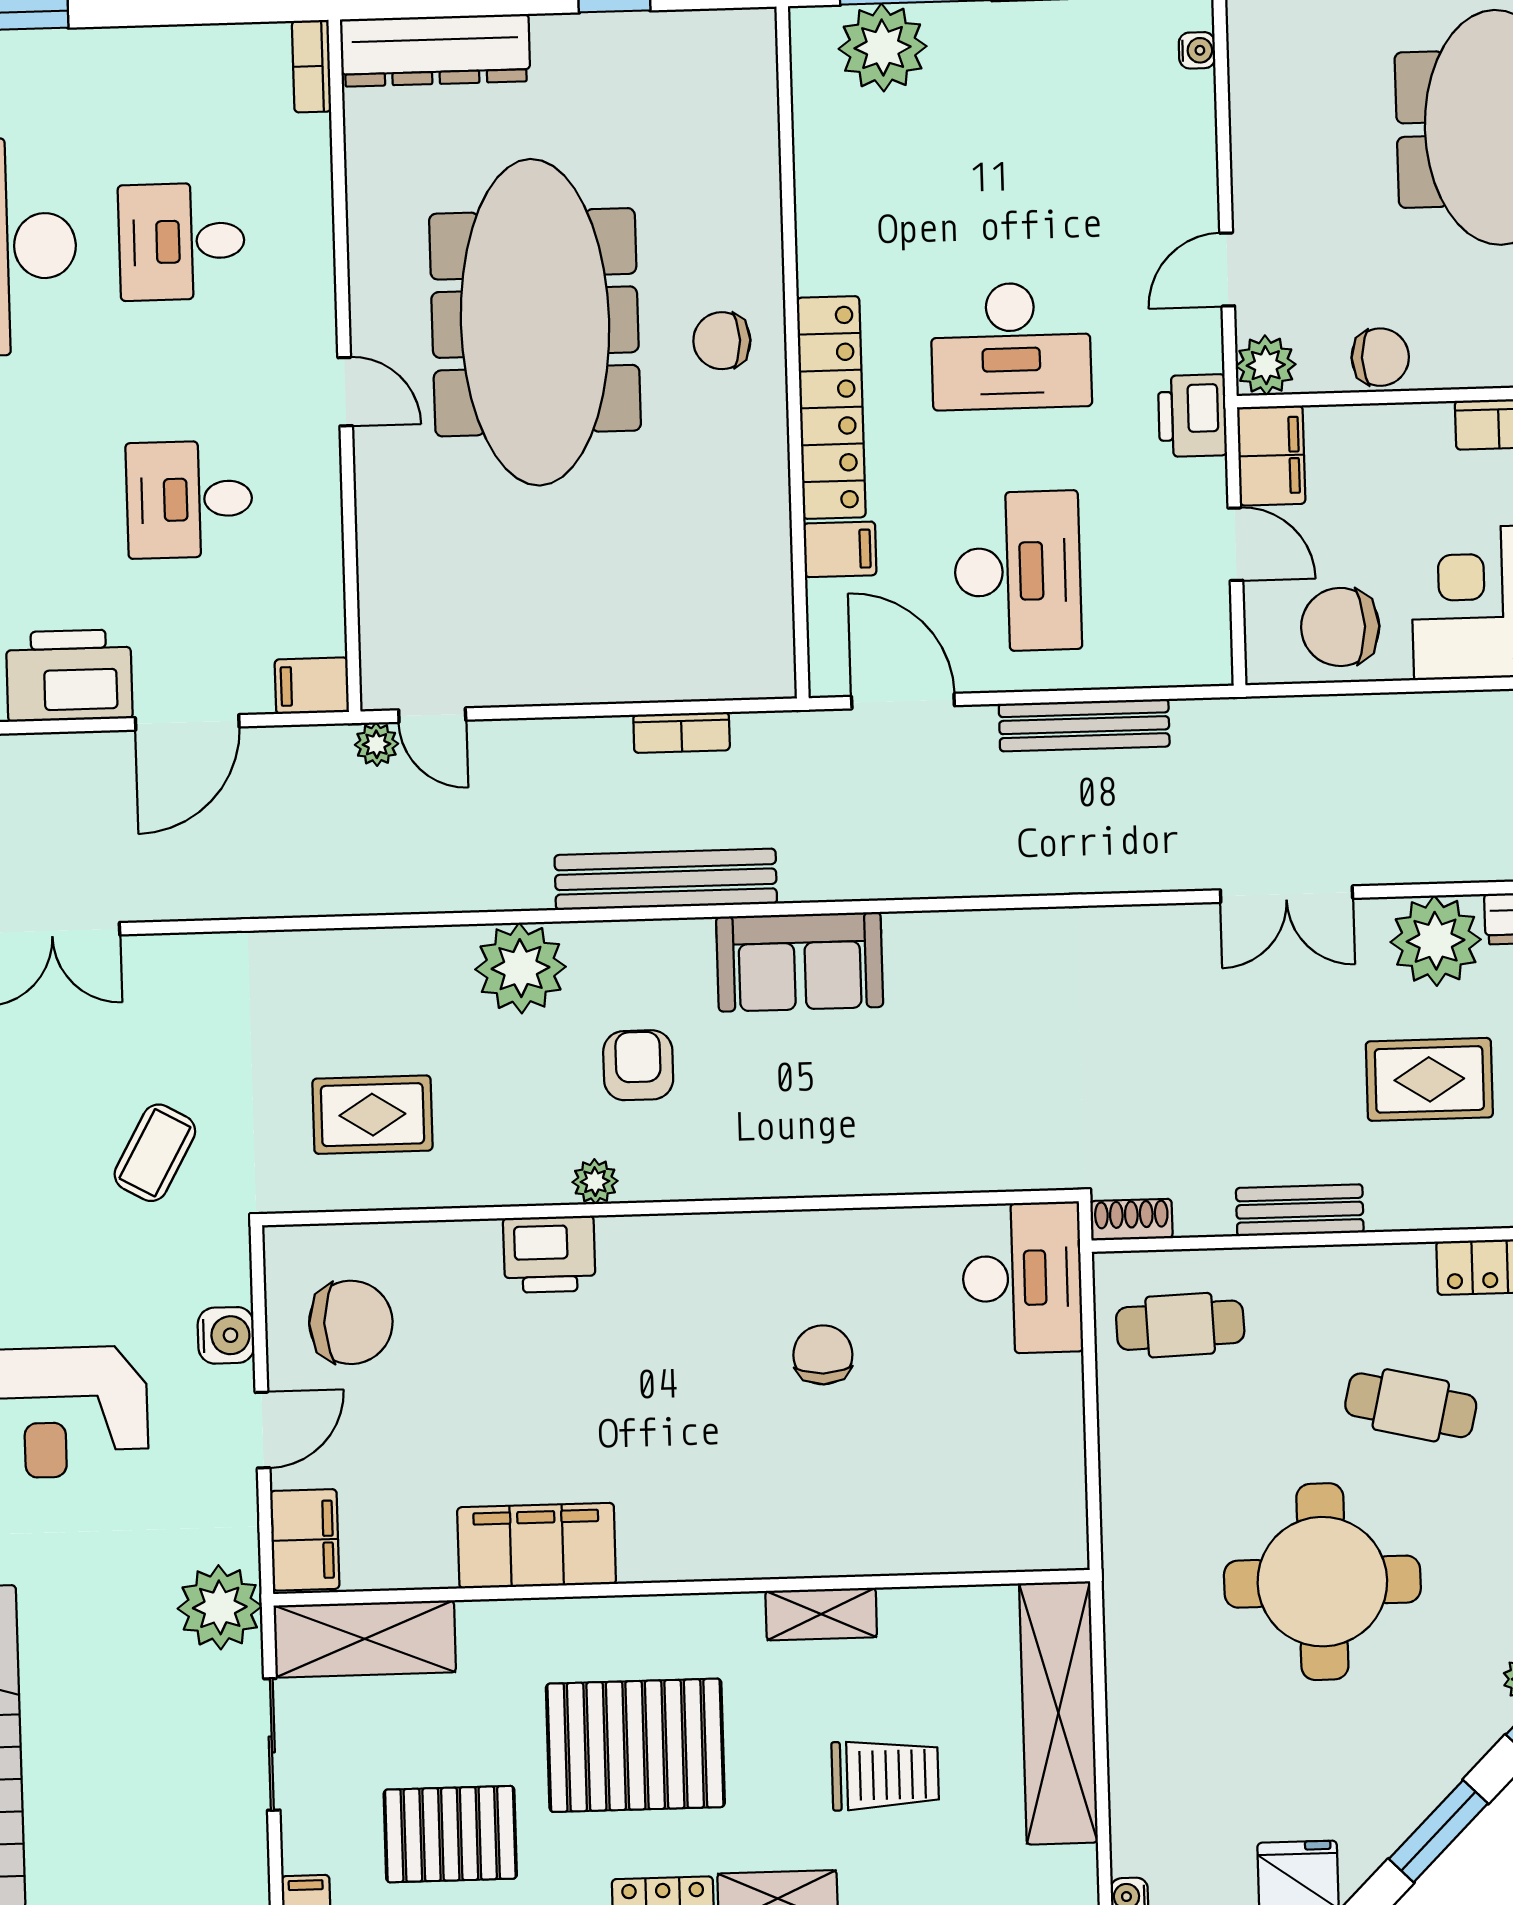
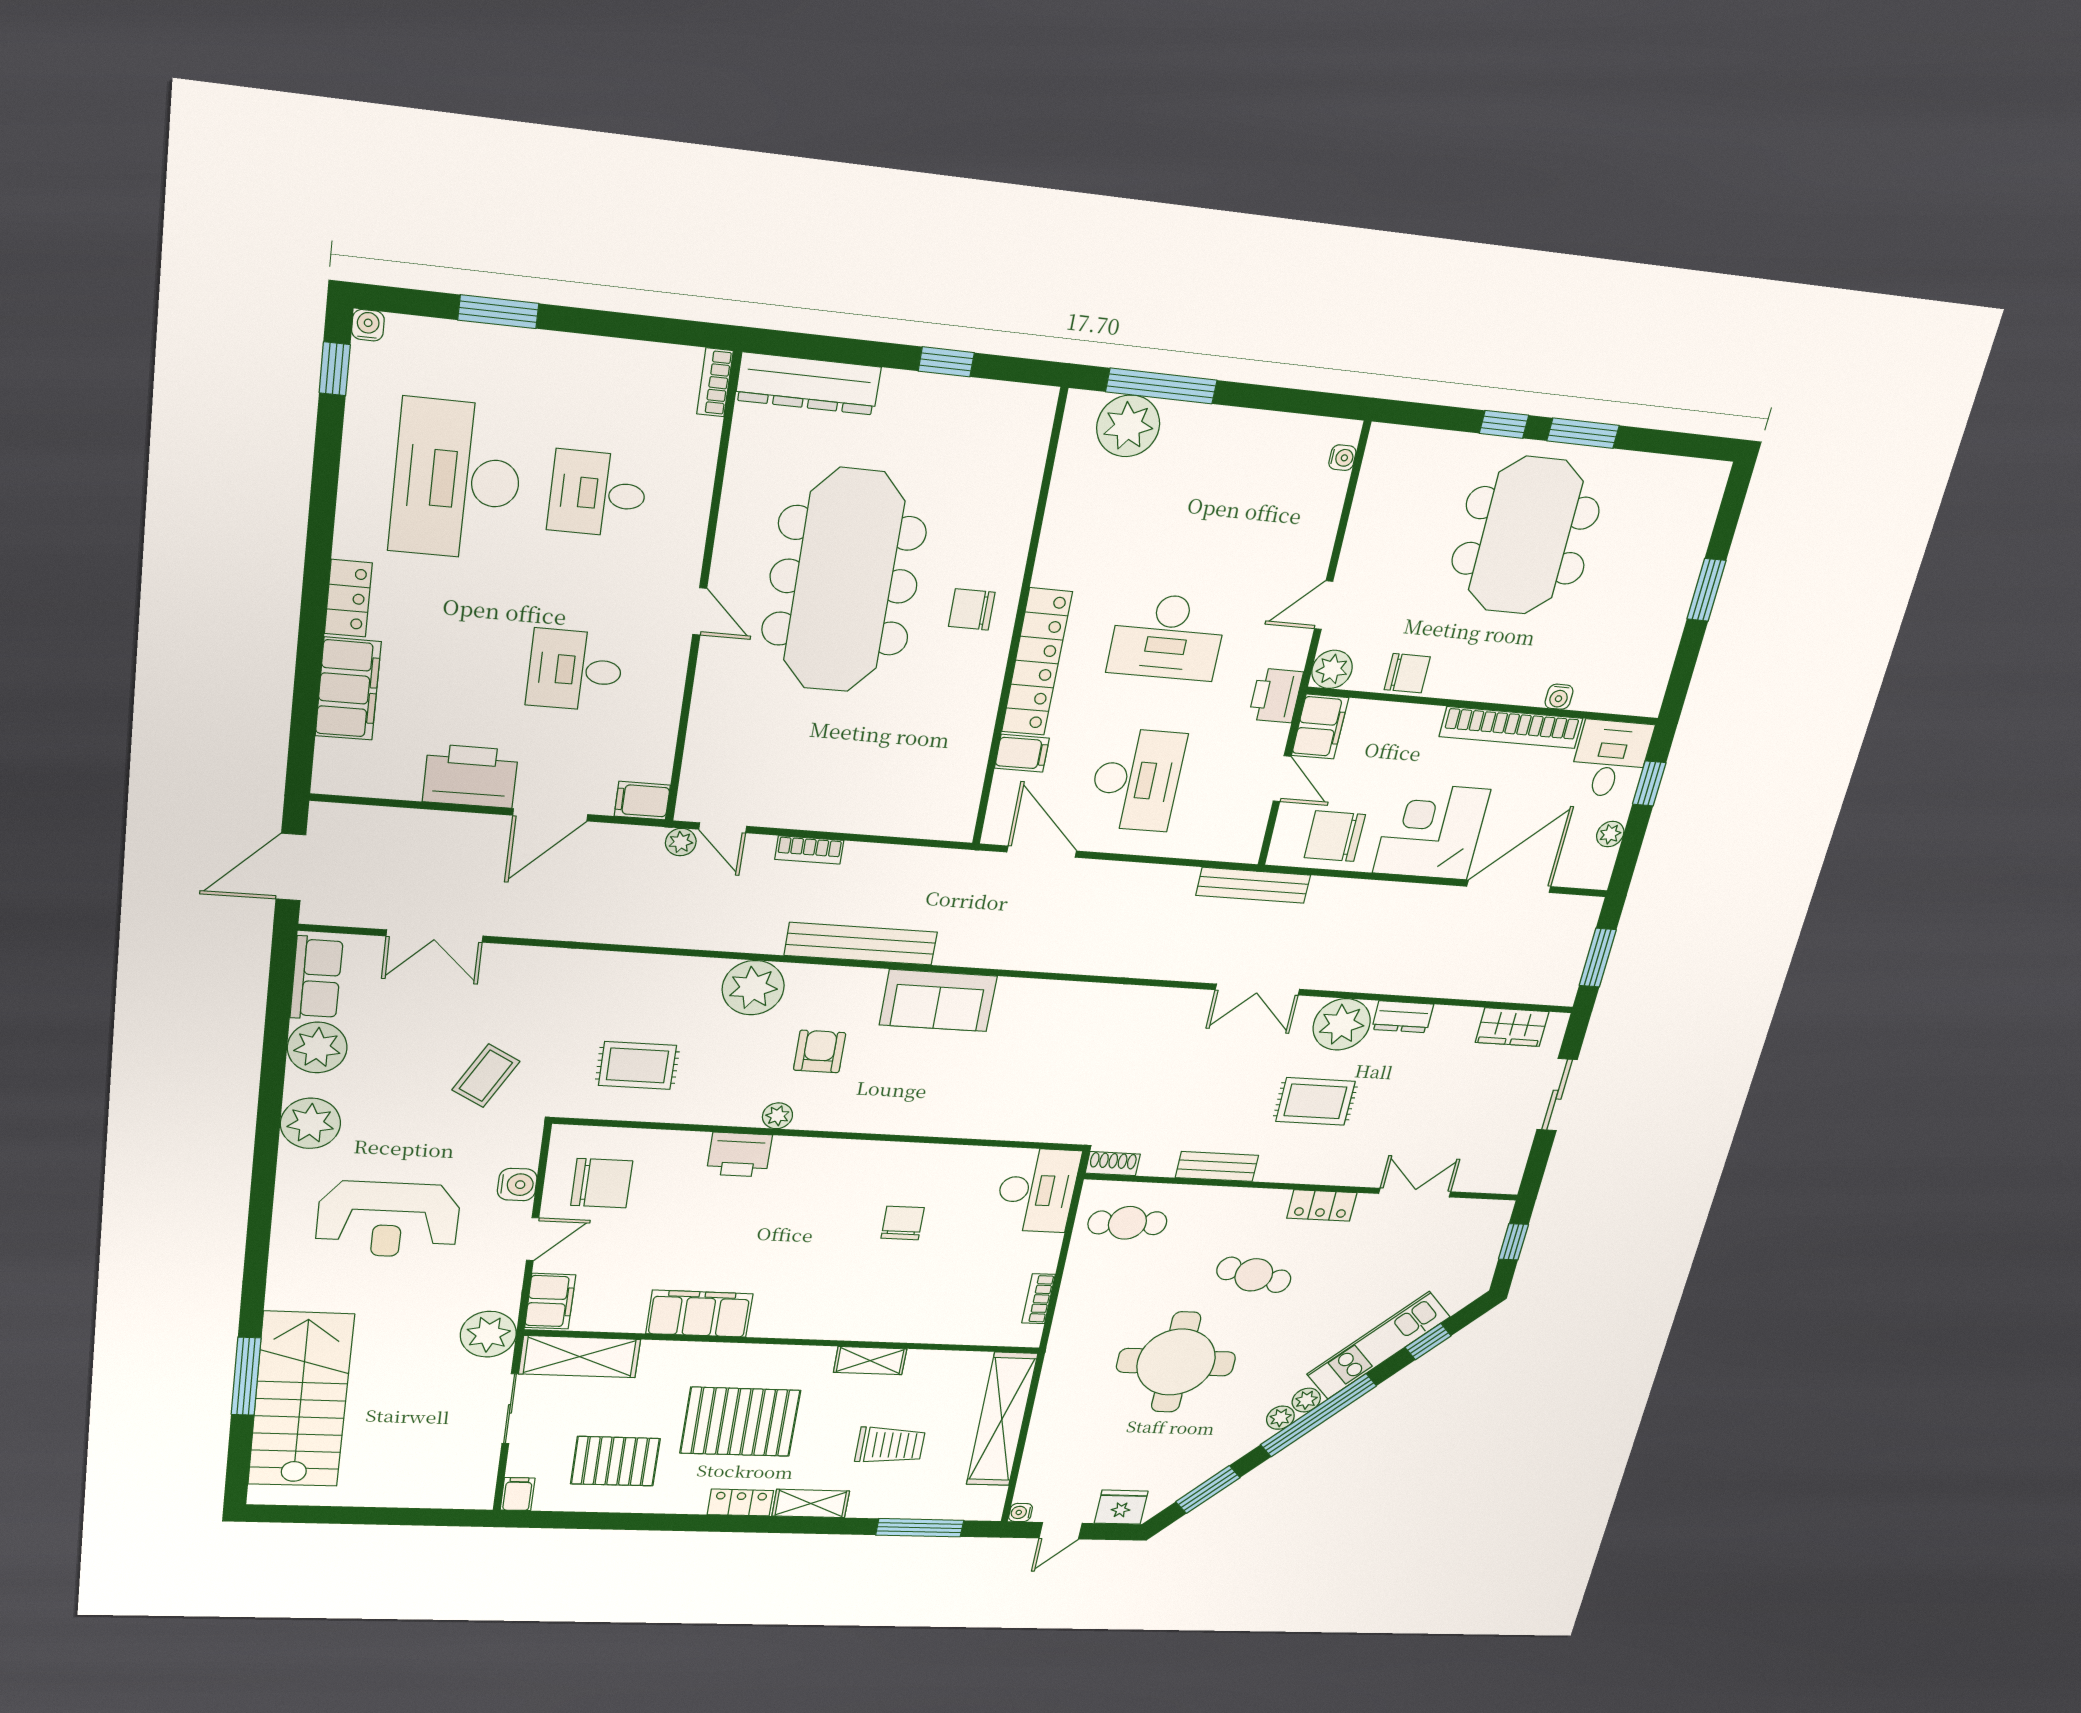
bench: (1084, 725) -> (1253, 885), moved
bookcase: (682, 733) -> (809, 850), moved
bookcase: (1068, 1477) -> (1039, 1299), added

